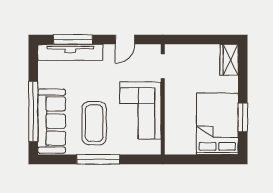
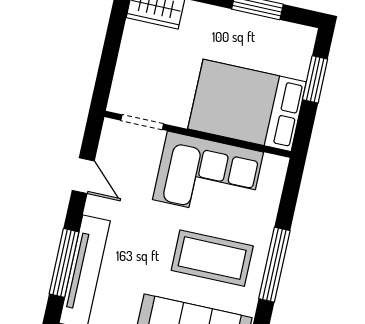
bed: (217, 124) -> (247, 105), moved
window: (209, 159) -> (315, 79), added

